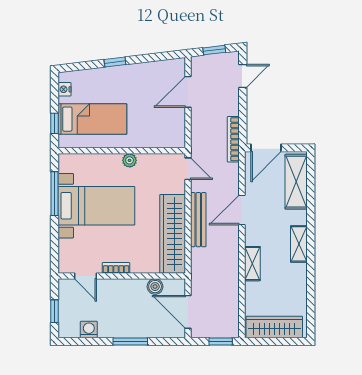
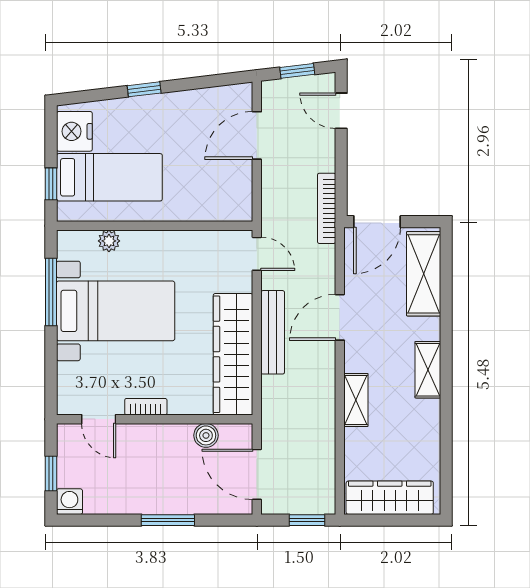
door: (243, 76) -> (341, 111), swing flipped
nightstand: (65, 89) -> (74, 131), width x1.89, depth x1.79
plant: (130, 160) -> (109, 241), moved
washing machine: (89, 330) -> (69, 502), moved

